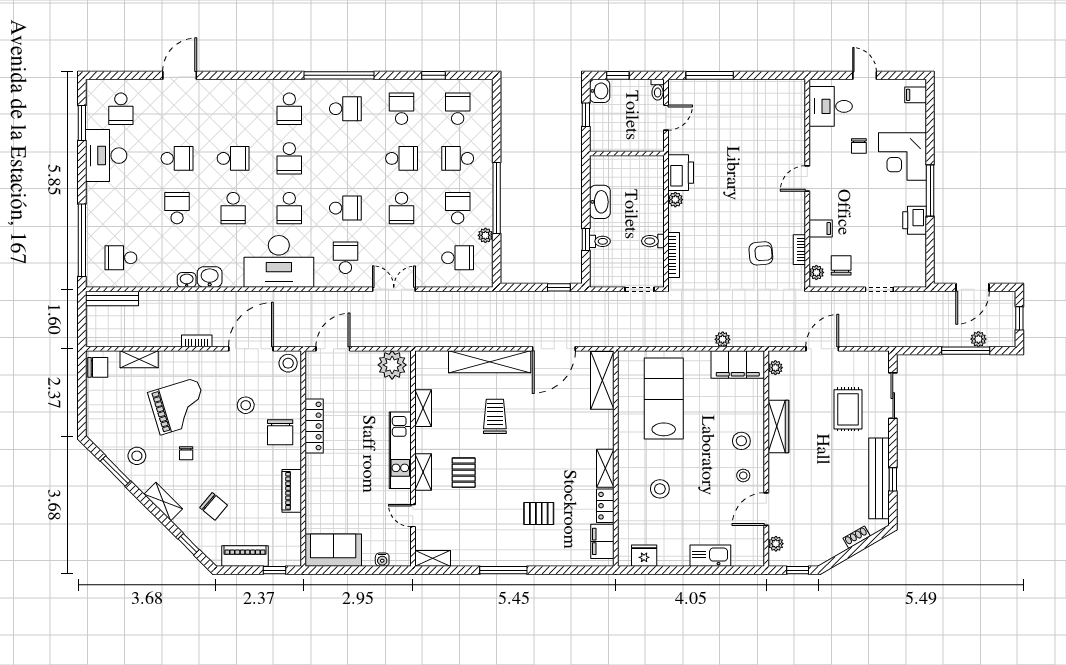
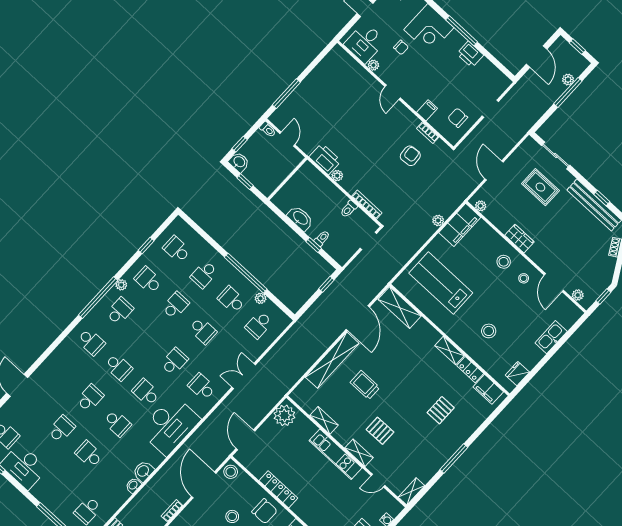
plant: (372, 87) -> (121, 285), added
school desk: (289, 208) -> (146, 392), turned 180
school desk: (458, 258) -> (259, 325), turned 180
plant: (816, 272) -> (373, 65), moved
wardrobe: (778, 427) -> (519, 239), width x0.67

